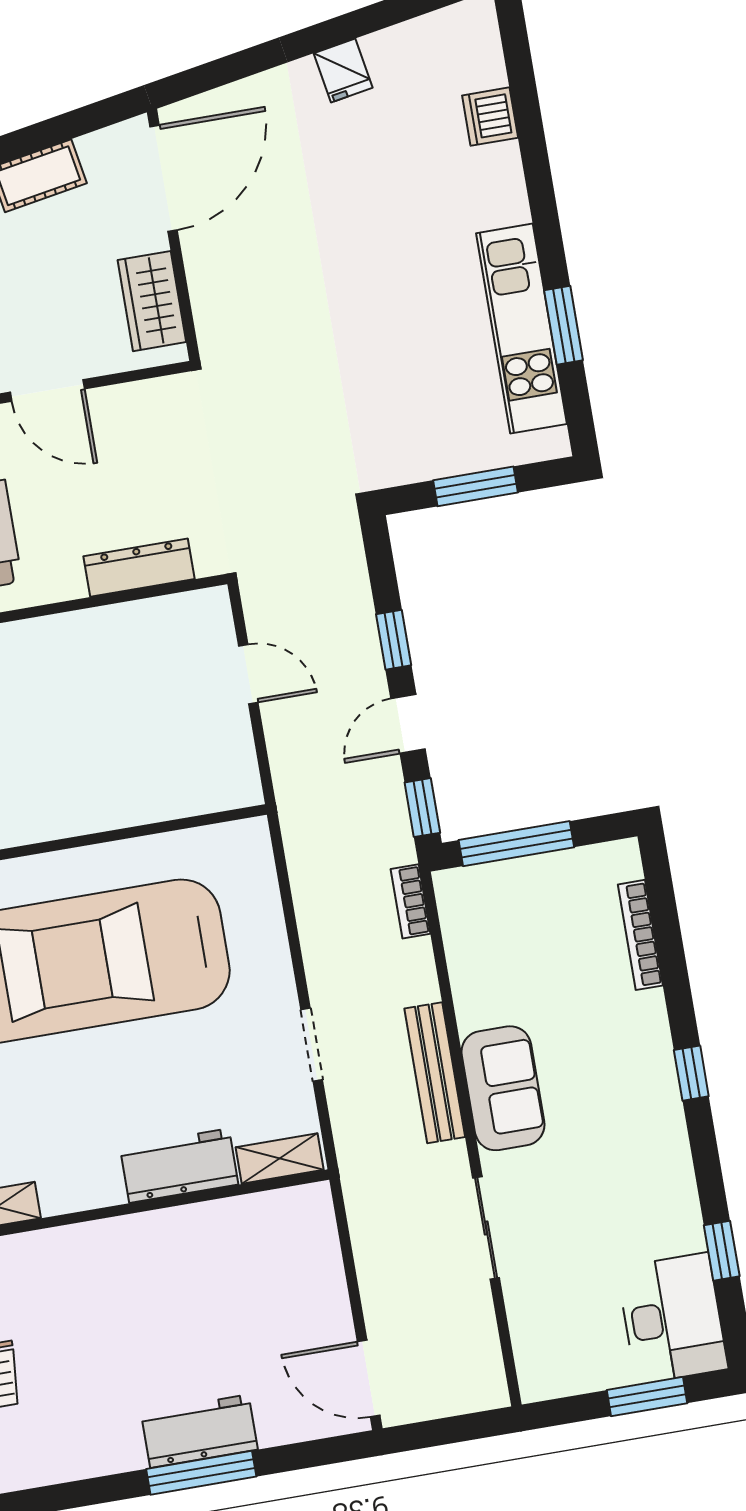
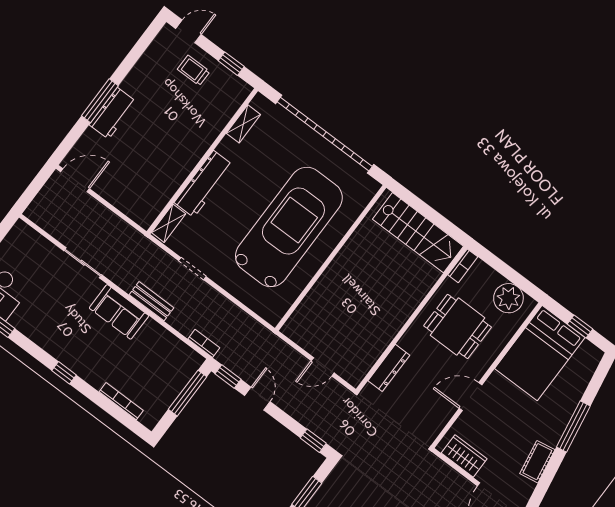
window: (394, 640) -> (313, 441), moved
bench: (435, 1073) -> (151, 301), width x0.73
workbench: (179, 1166) -> (204, 184), width x1.38

